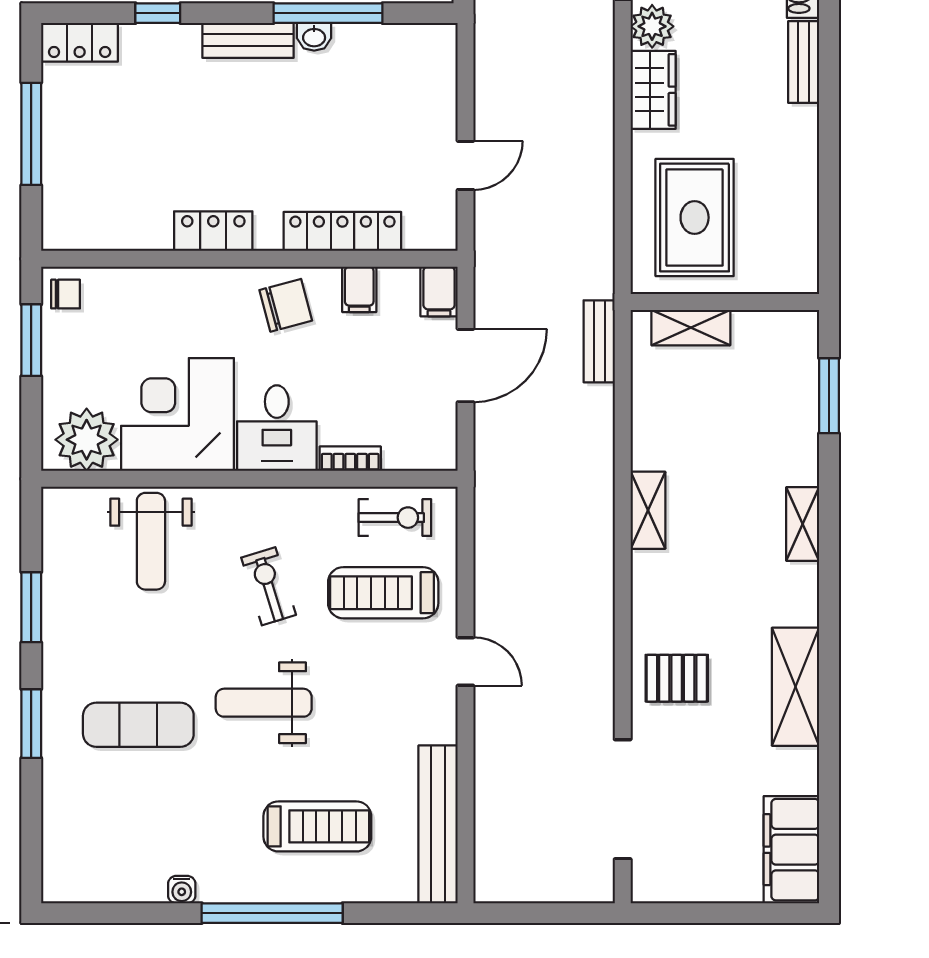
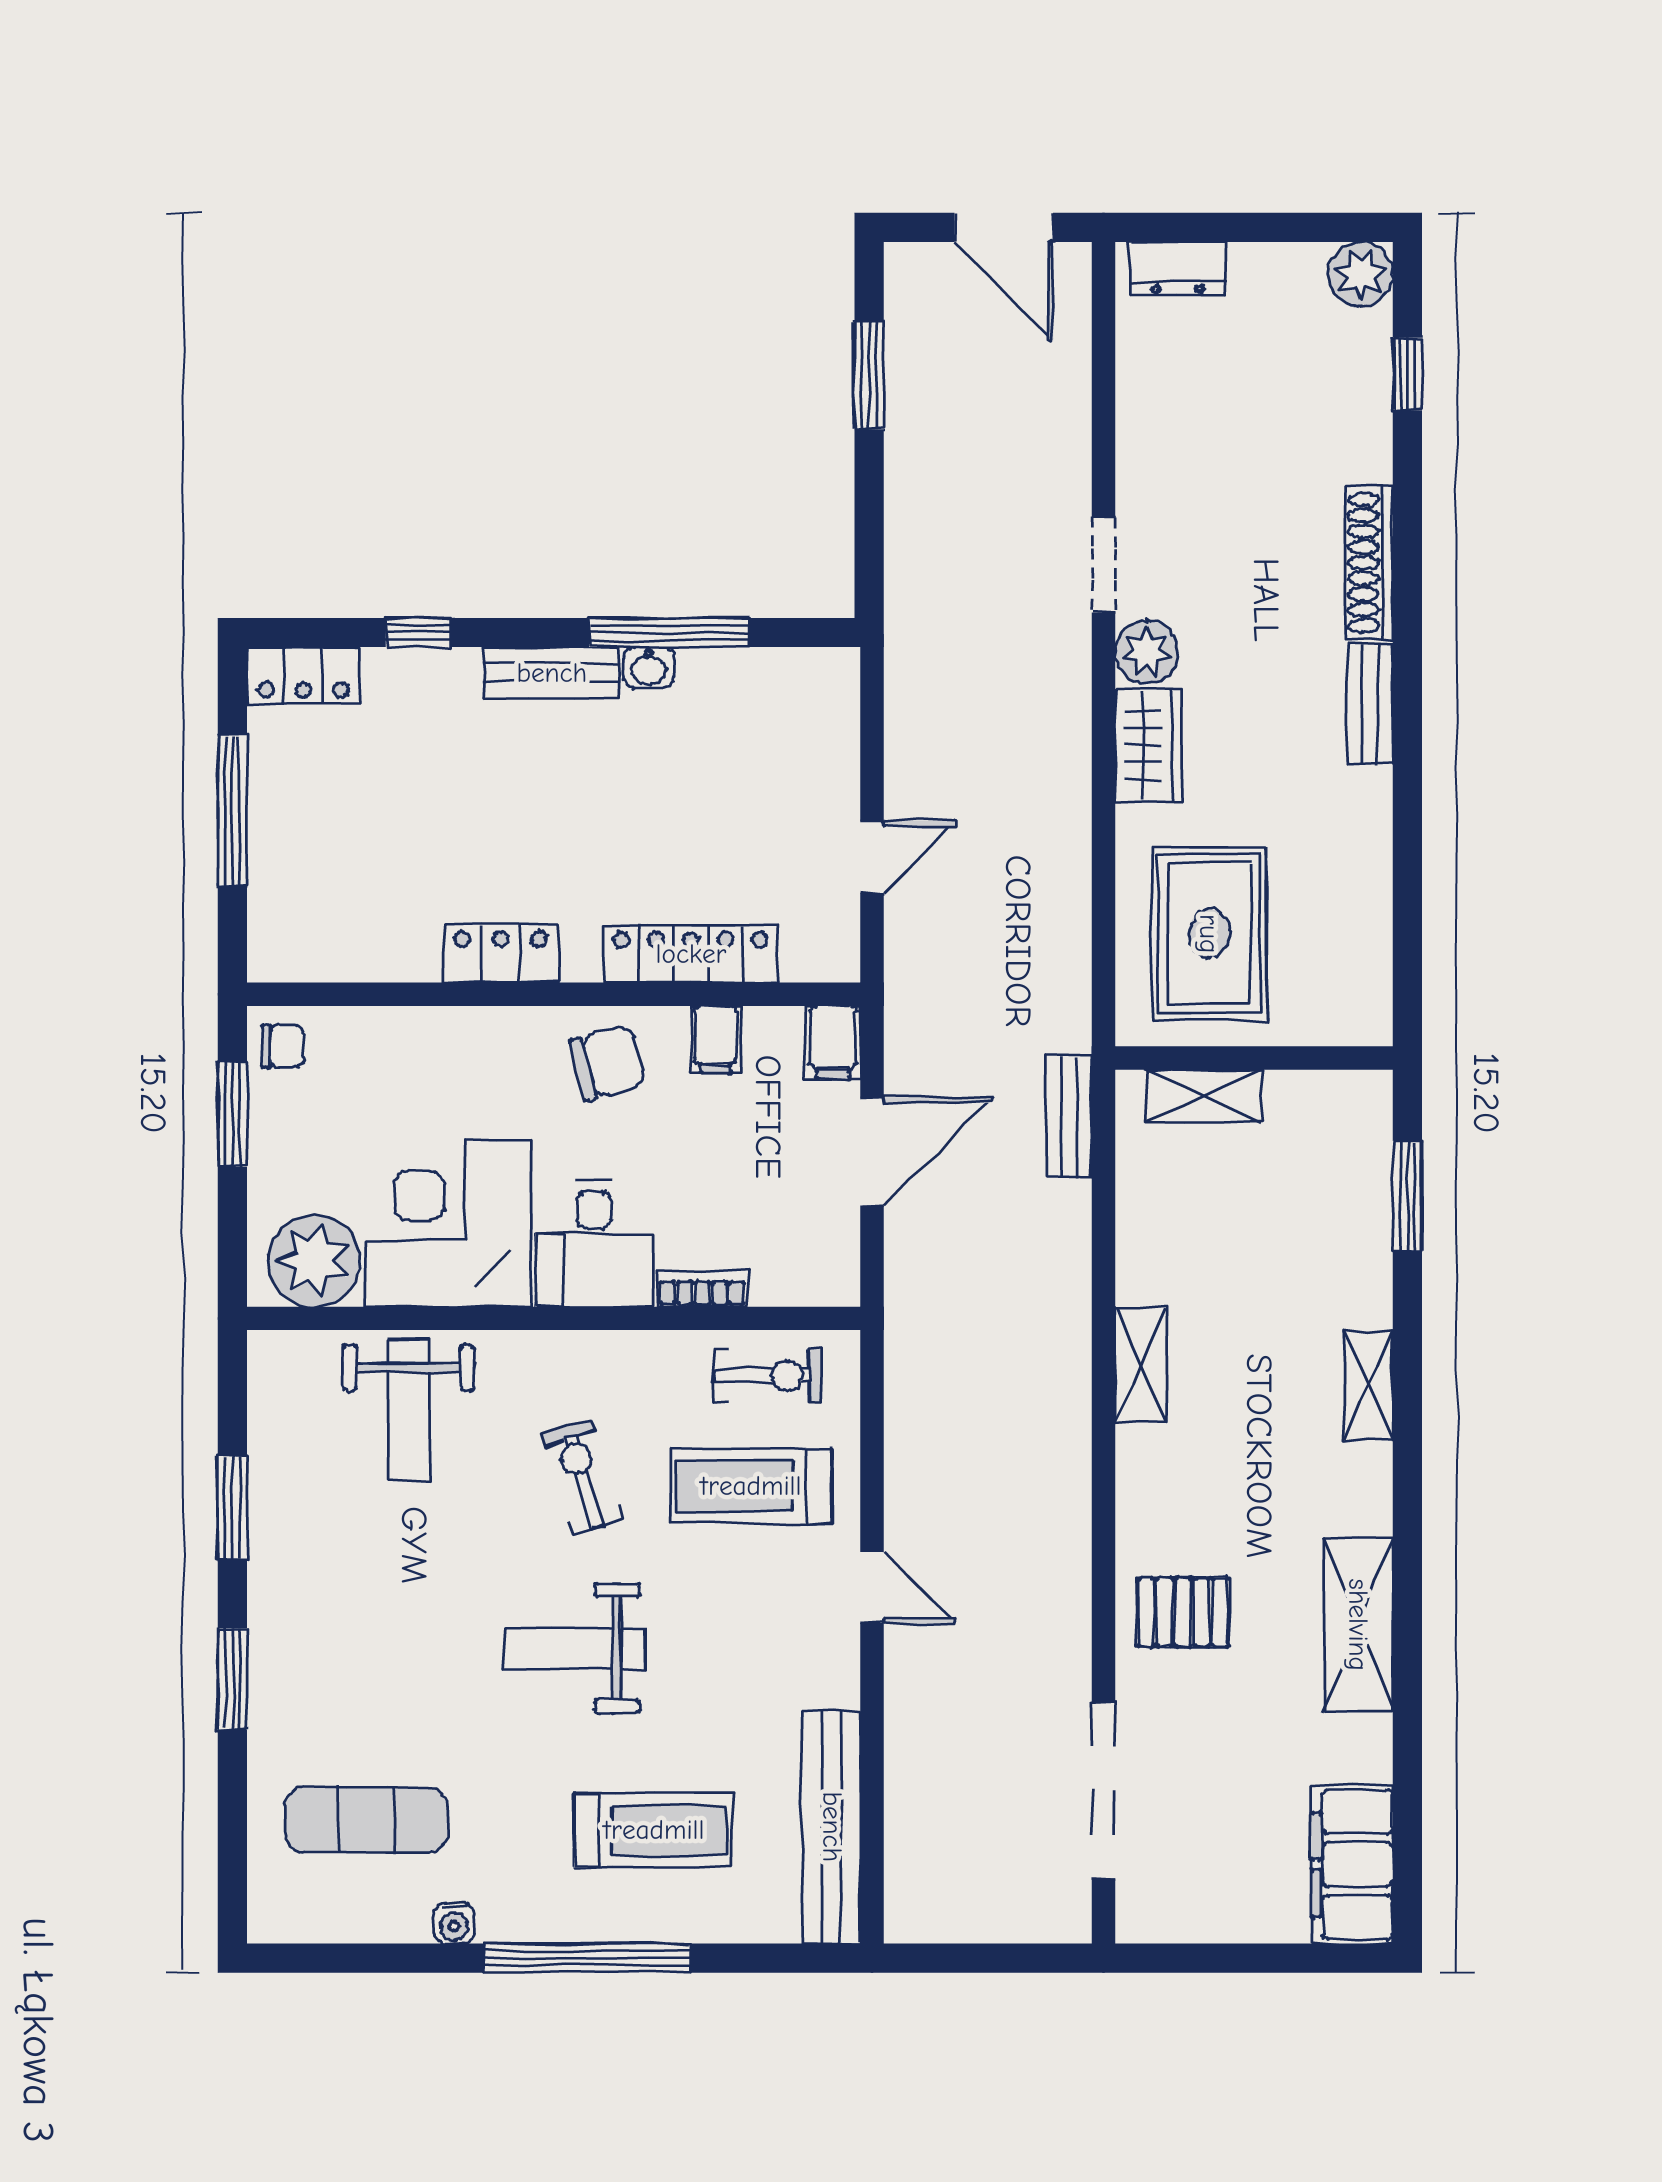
exercise mat: (138, 725) -> (366, 1820), moved

